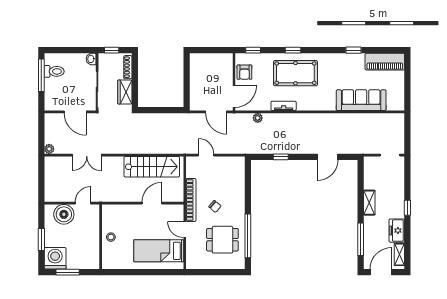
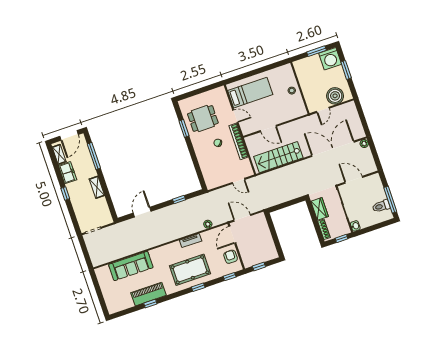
window: (216, 50) -> (259, 267), added
piano: (385, 62) -> (148, 294), moved
double door: (87, 155) -> (333, 149), width x1.87
door: (152, 203) -> (268, 128), hinge flipped
window: (248, 236) -> (184, 128), width x0.47

